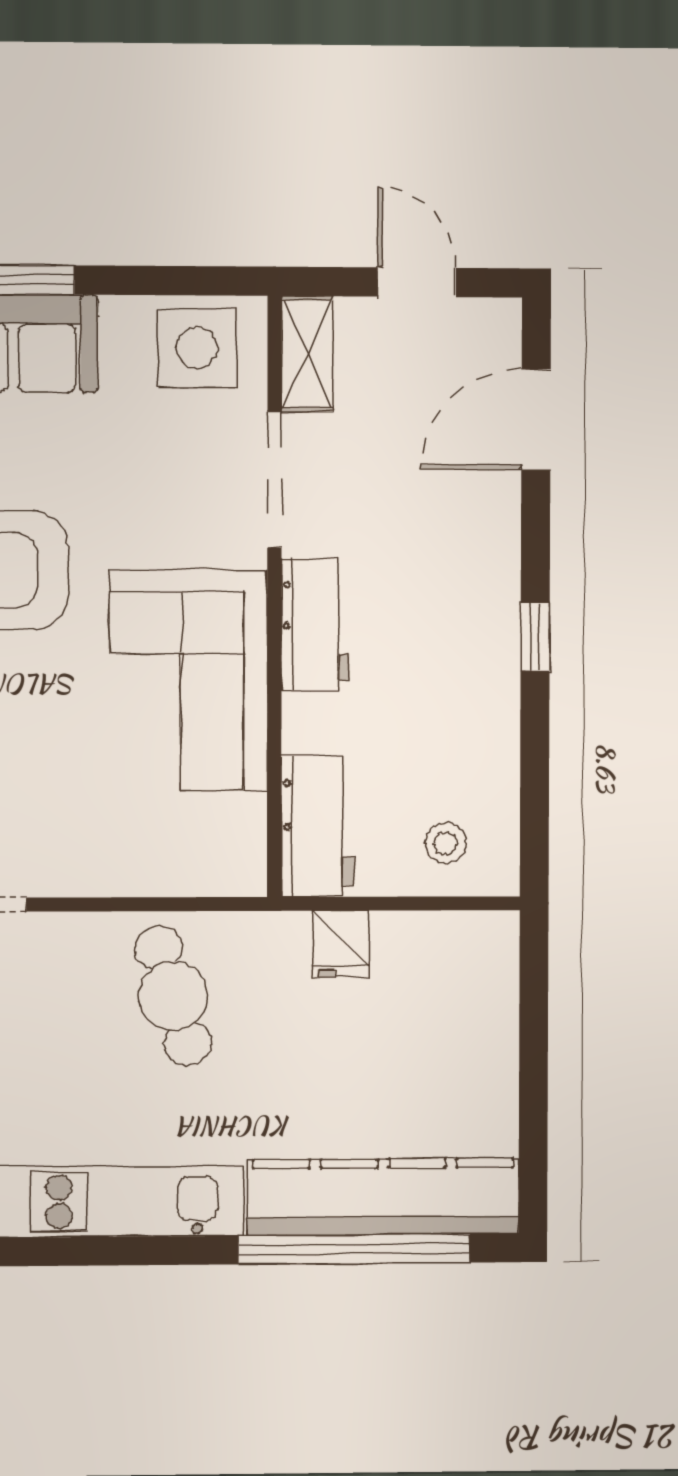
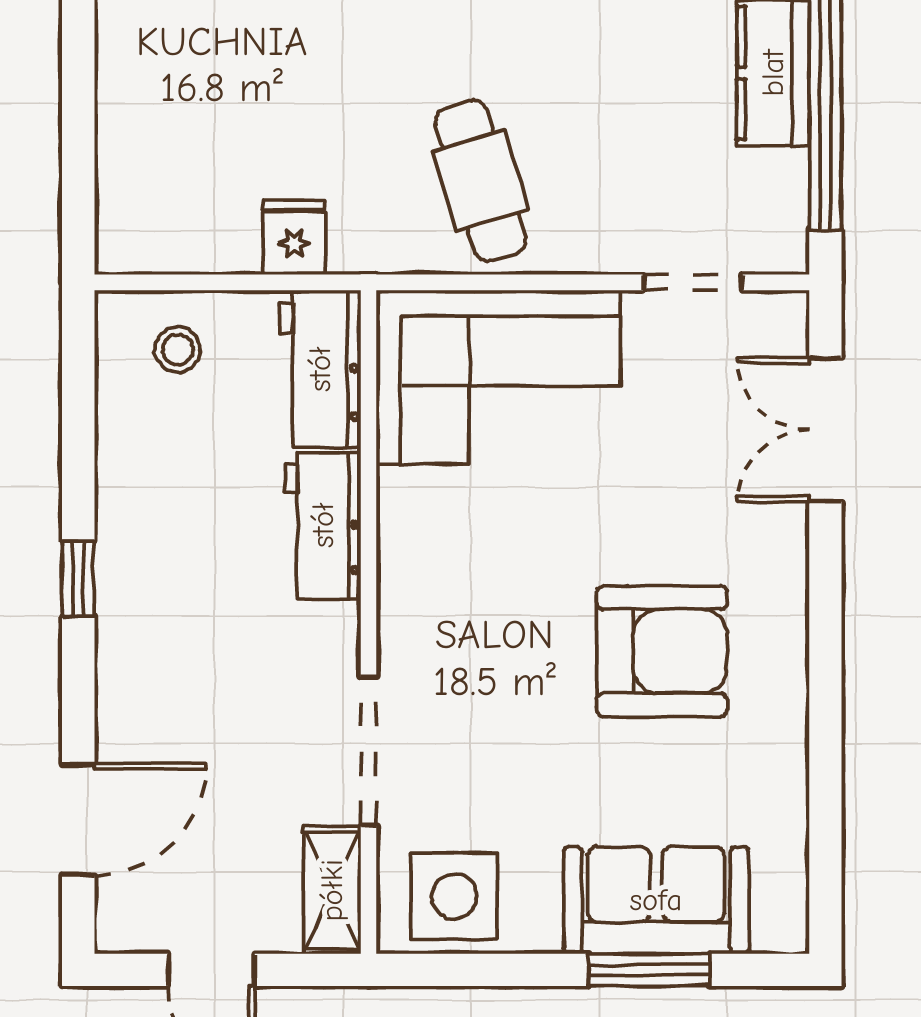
workbench: (315, 625) -> (323, 525), moved
corner sofa: (189, 680) -> (498, 377), moved, turned 90

